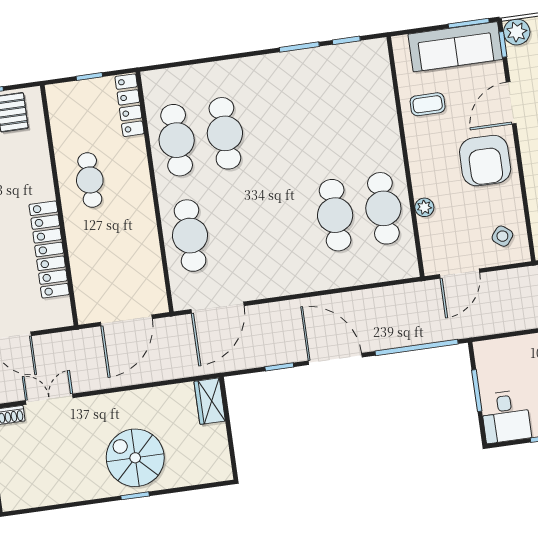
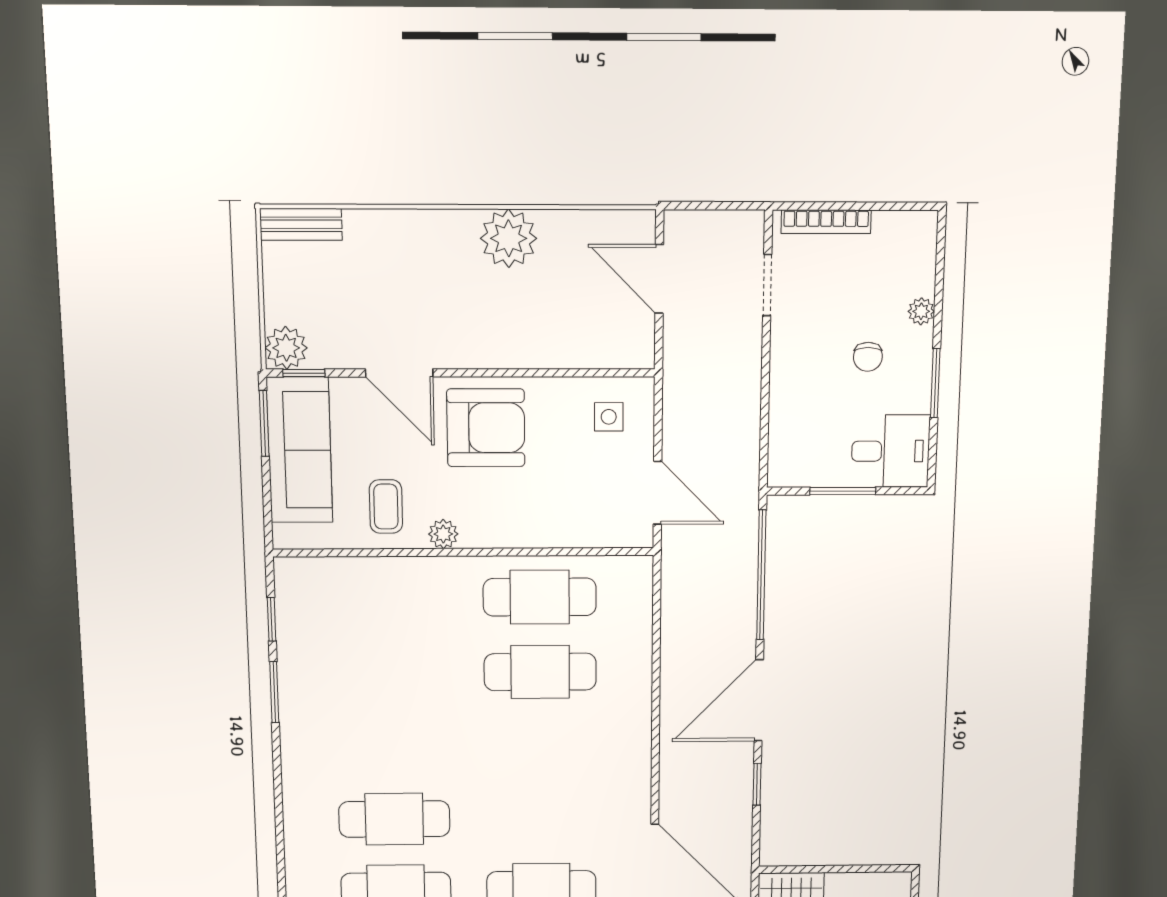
plant: (424, 207) -> (443, 534), moved
side table: (502, 236) -> (609, 417), turned -38

